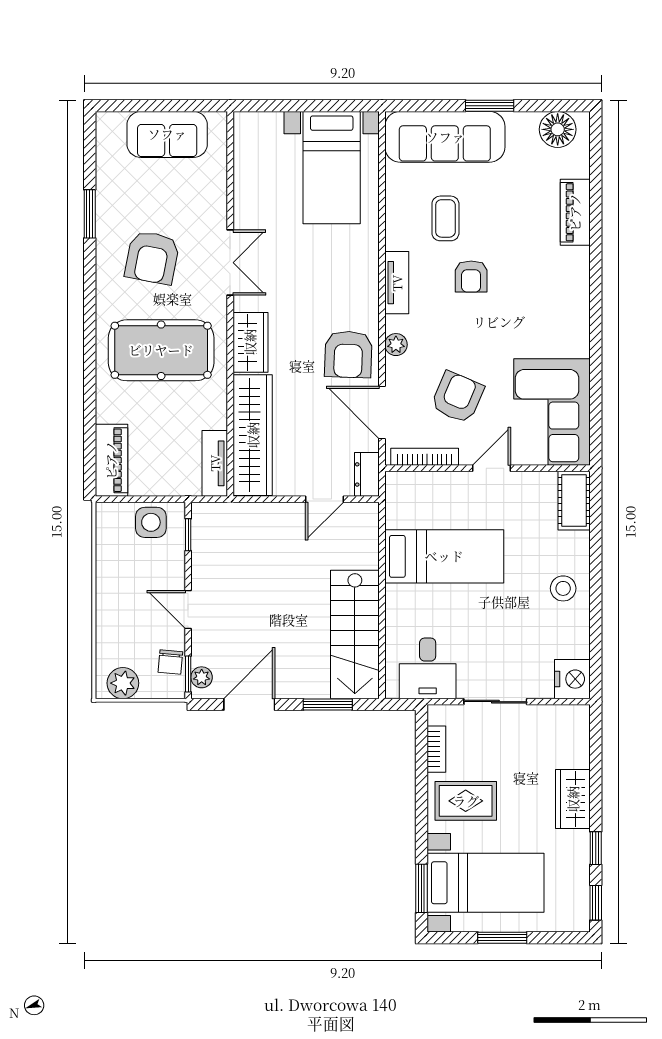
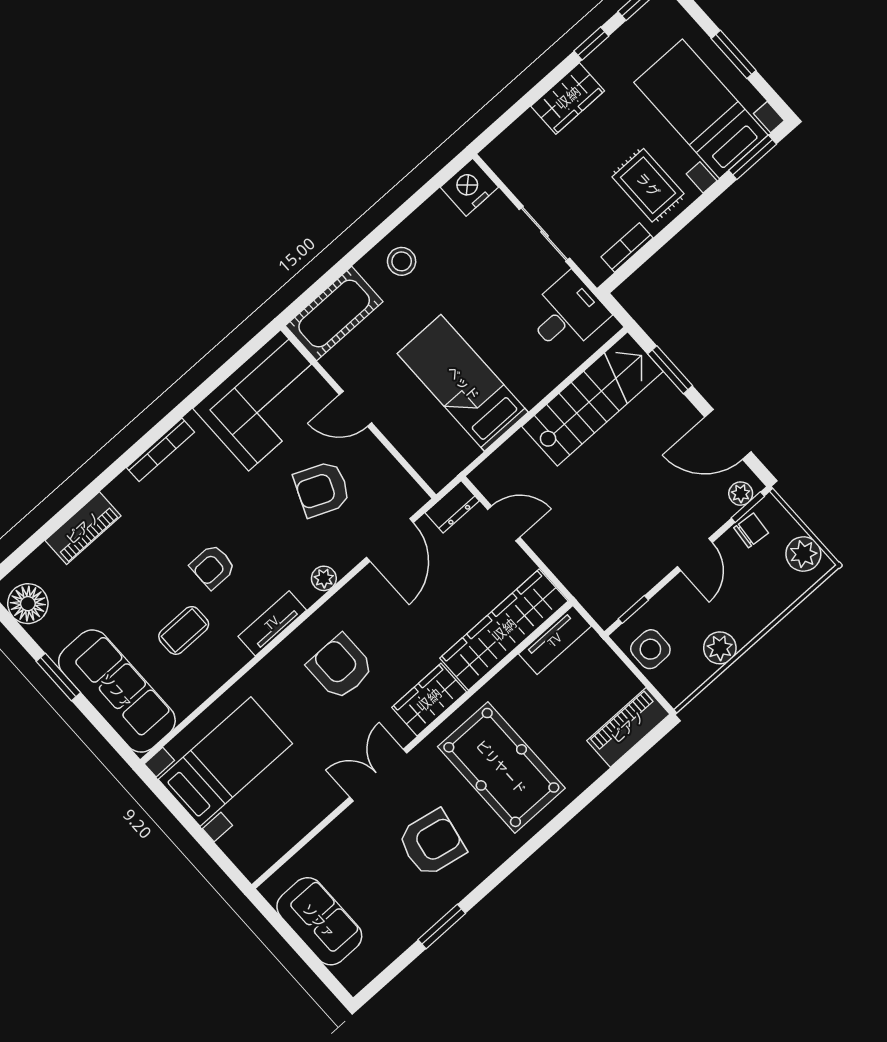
armchair: (471, 277) -> (213, 567), turned 180
armchair: (348, 354) -> (340, 667), moved, turned -92
bookcase: (425, 457) -> (160, 450), moved, turned -90
cot: (574, 501) -> (334, 314), width x1.37, depth x1.34
plant: (110, 570) -> (720, 648), added

